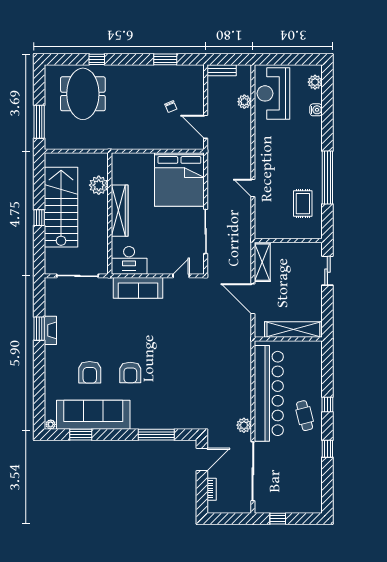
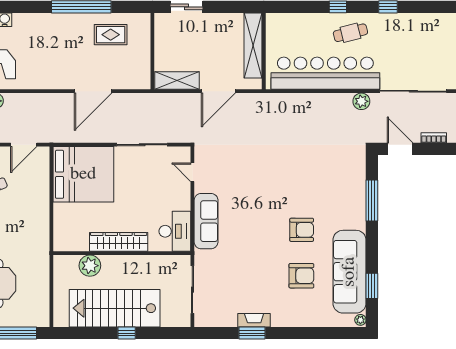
door: (253, 188) -> (93, 91), width x1.88

